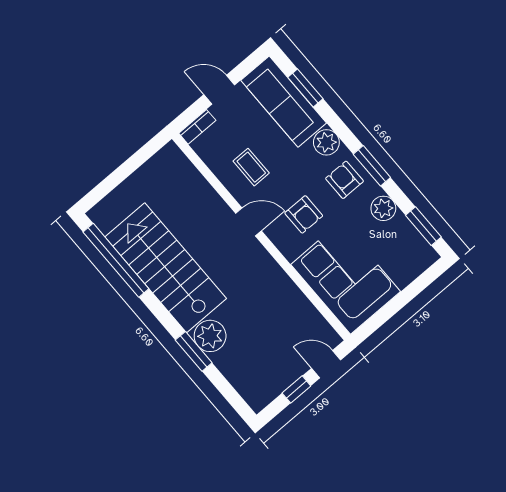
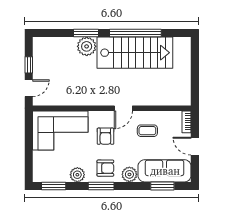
door: (219, 90) -> (195, 146), swing flipped
armchair: (304, 214) -> (105, 136), turned -90
window: (116, 260) -> (135, 33), moved

